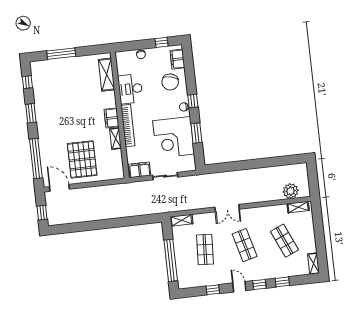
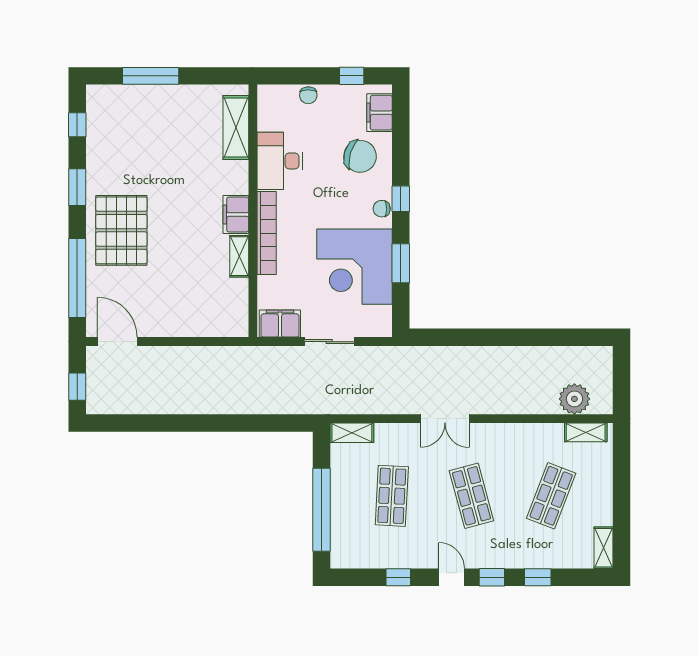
chair: (170, 82) -> (360, 156), turned -88
pallet: (82, 159) -> (121, 230), moved
shop shelf: (284, 241) -> (551, 496), turned 45

